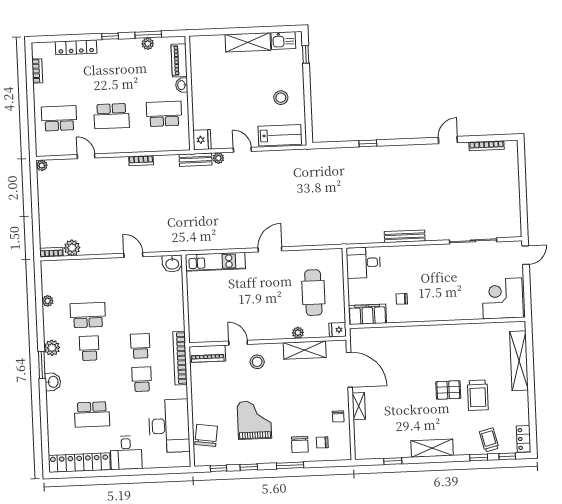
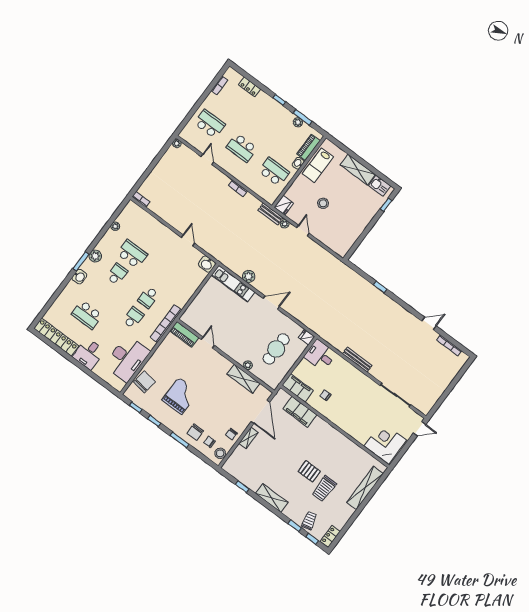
locker: (76, 47) -> (249, 87), width x0.66
stool: (281, 98) -> (323, 203), moved
lab bench: (280, 135) -> (318, 165), moved, turned 90
plant: (72, 248) -> (249, 276), moved
fridge: (338, 330) -> (307, 337), moved
filing cabinet: (390, 337) -> (300, 412), added
school desk: (140, 346) -> (148, 297), turned 180
stool: (257, 362) -> (220, 453), moved

